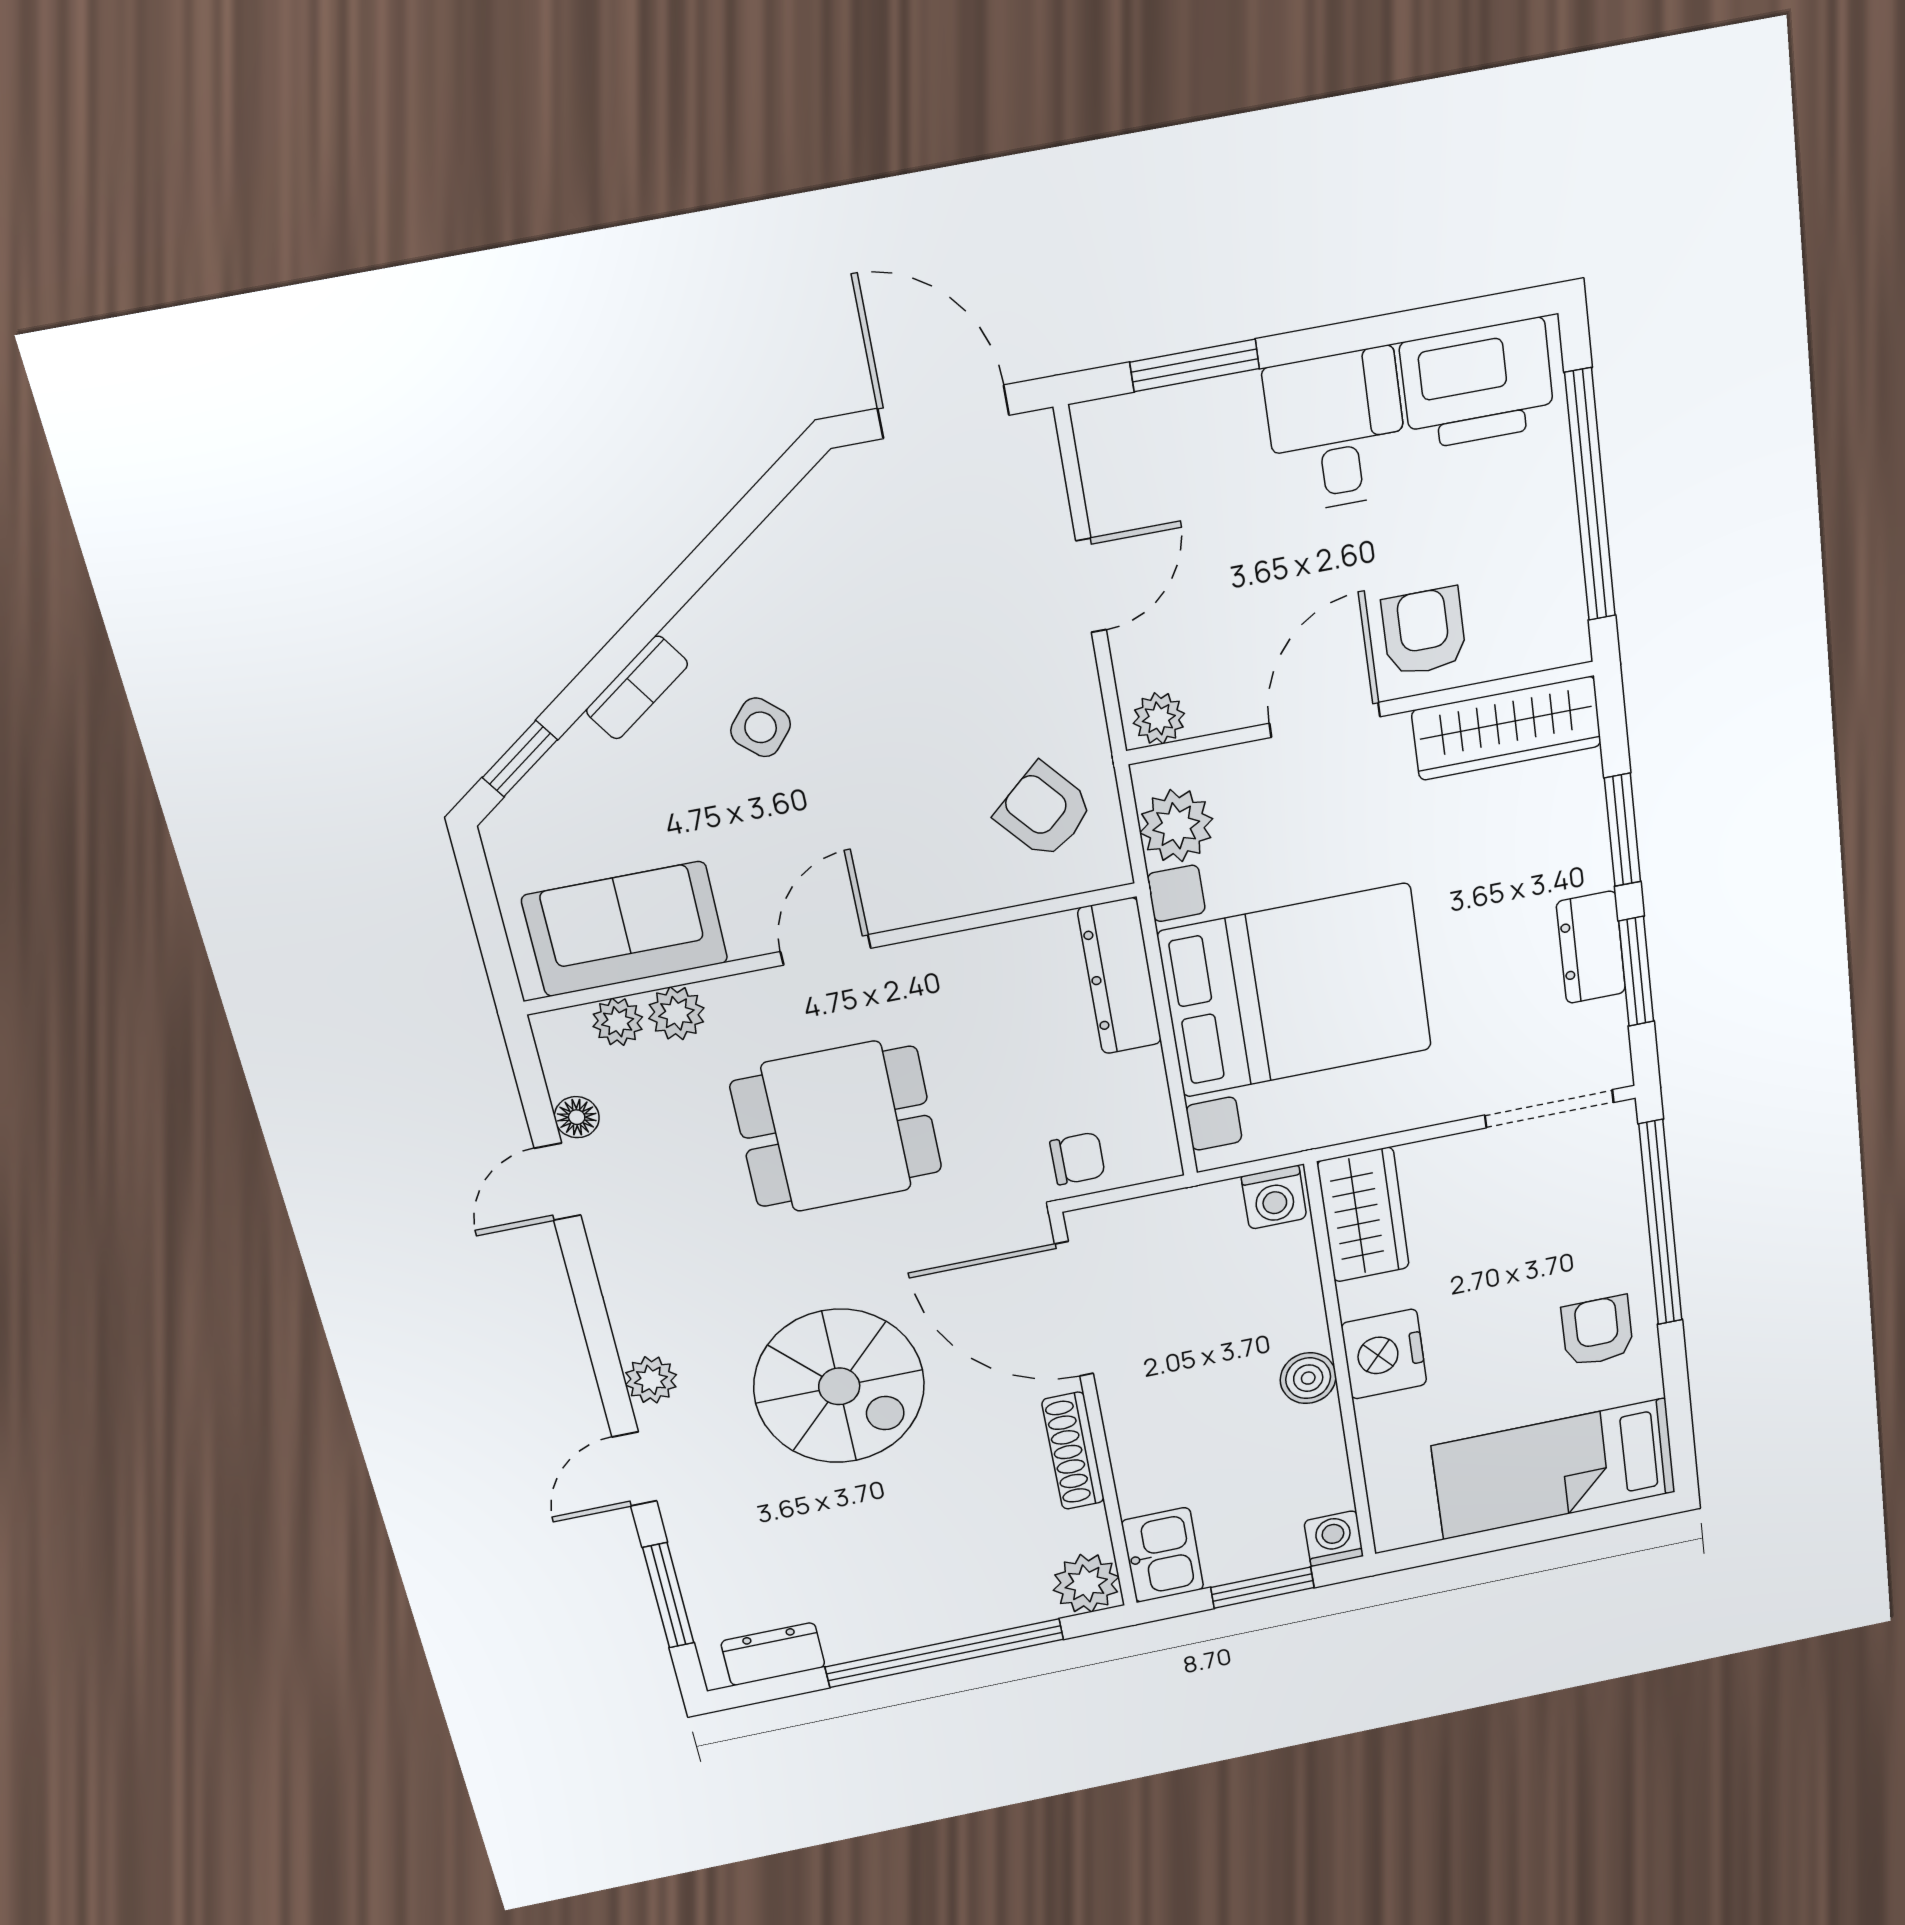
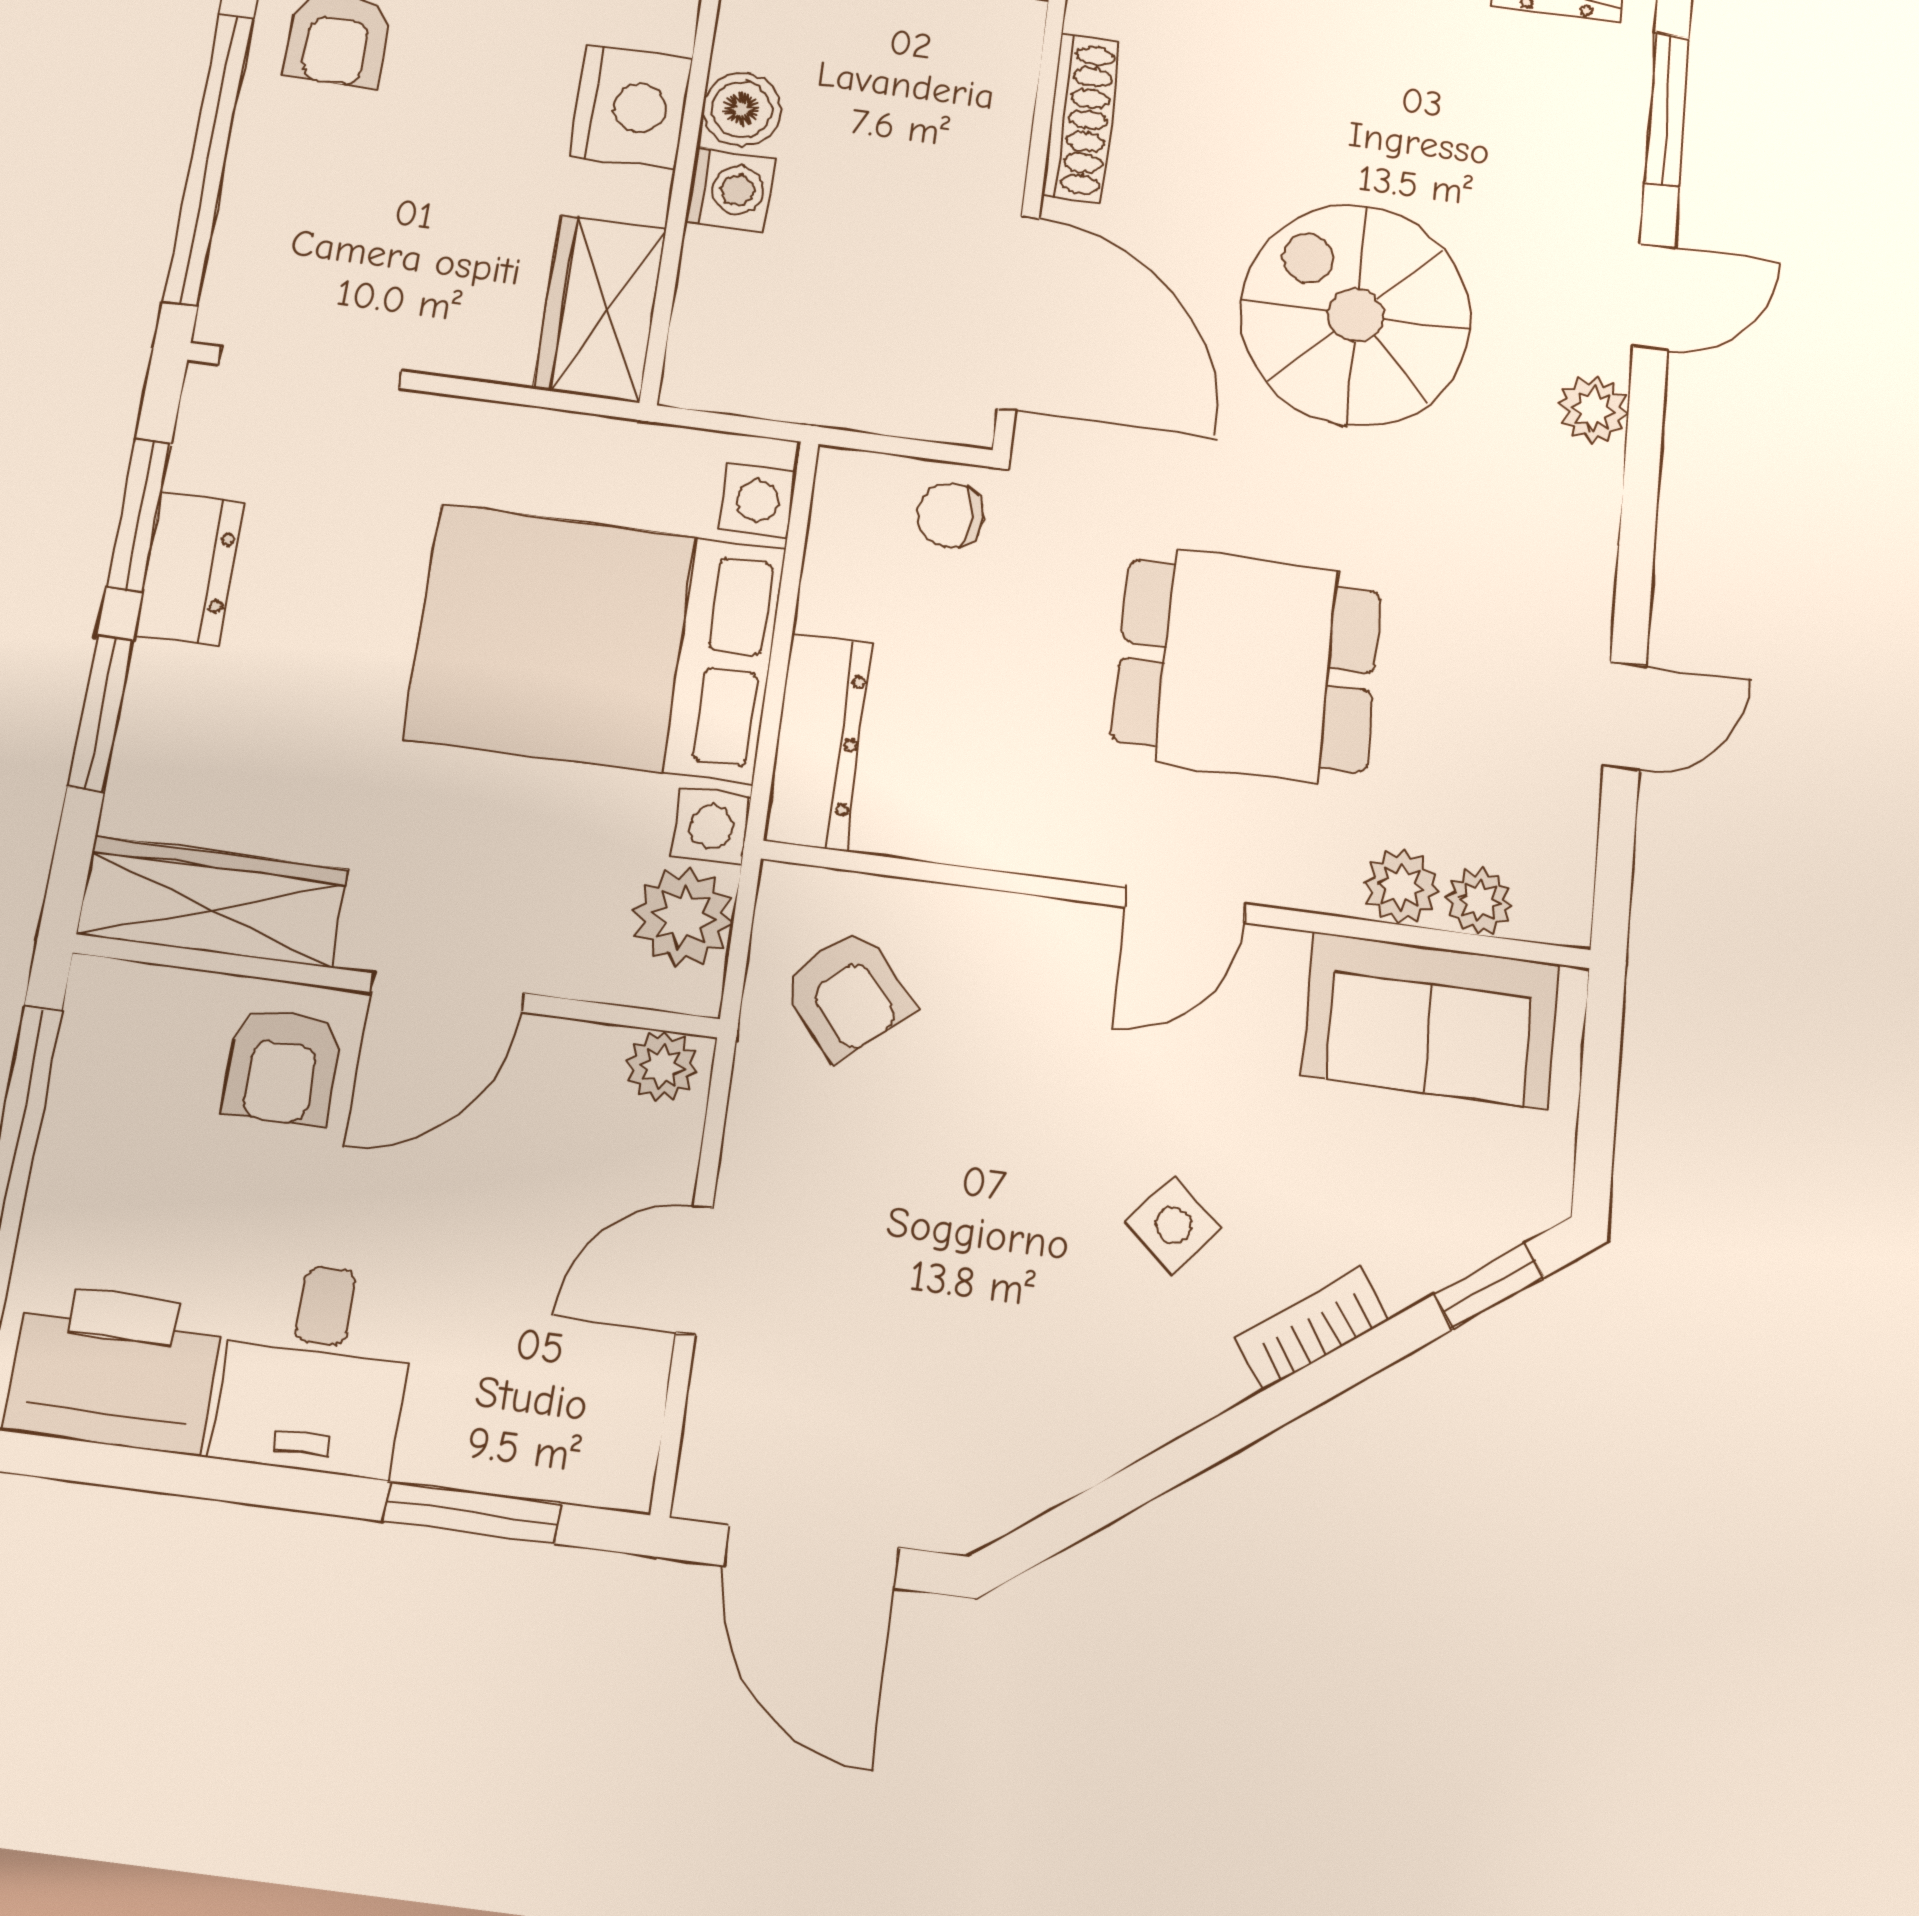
floor lamp: (577, 1117) -> (1572, 793), removed
washing machine: (1274, 1197) -> (730, 189), moved, turned 90

